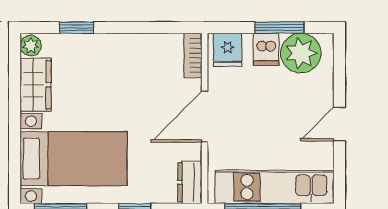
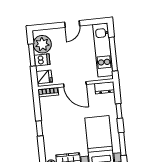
window: (77, 28) -> (39, 128), moved
door: (339, 124) -> (72, 24), hinge flipped

